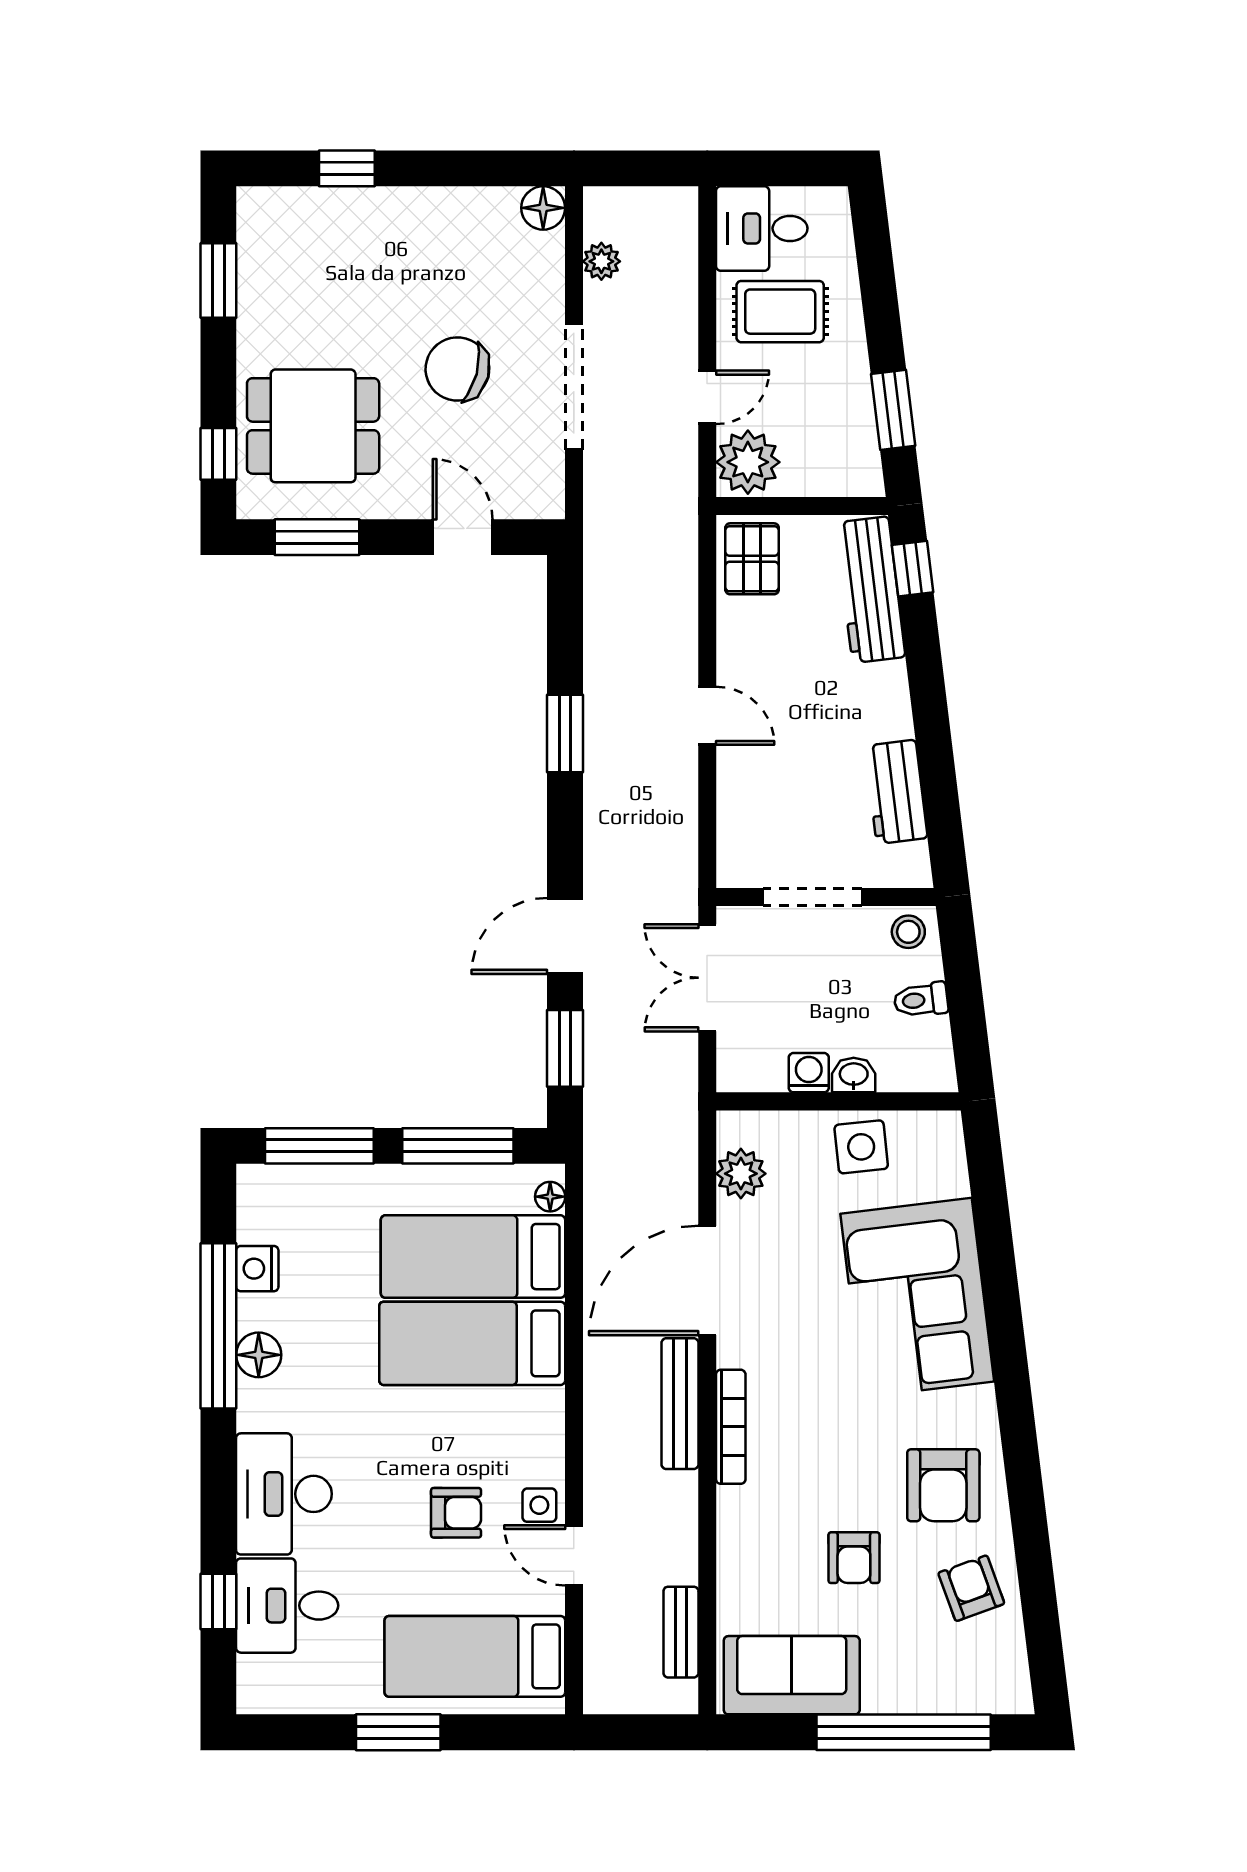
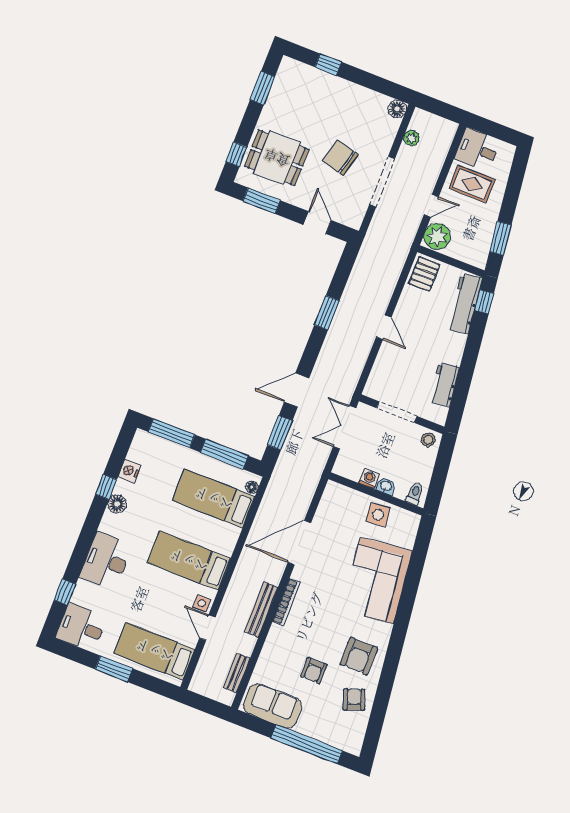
toilet: (921, 1000) -> (415, 494), moved, turned 97
plant: (741, 1174) -> (328, 507), removed
window: (218, 1326) -> (106, 487), width x0.32
bed: (472, 1343) -> (189, 561), moved
bench: (680, 1404) -> (261, 610), moved
armchair: (456, 1513) -> (169, 594), removed
desk: (287, 1606) -> (81, 627), moved

